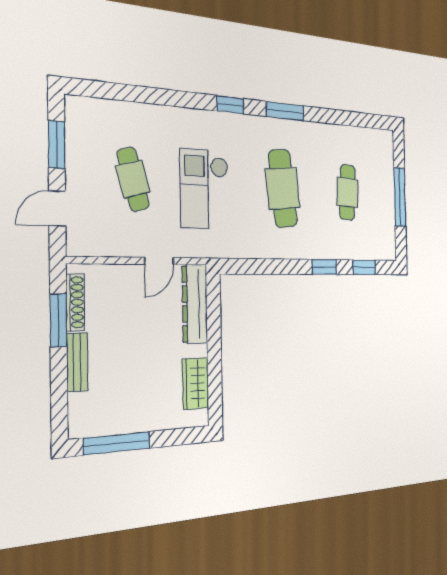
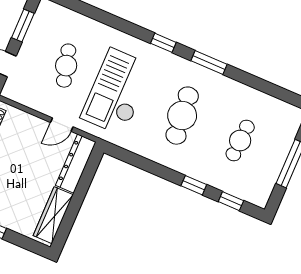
checkout: (204, 189) -> (117, 92), width x1.36, depth x1.21
wardrobe: (196, 383) -> (53, 215), width x1.50

